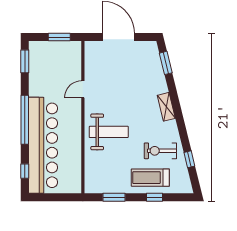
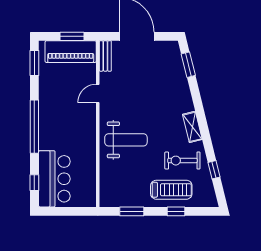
piano: (58, 51) -> (71, 52), added
bench: (90, 55) -> (105, 56), added
shelving: (166, 107) -> (192, 127), moved
bar counter: (43, 145) -> (54, 179), width x0.54
treadmill: (150, 178) -> (171, 190), turned 180

